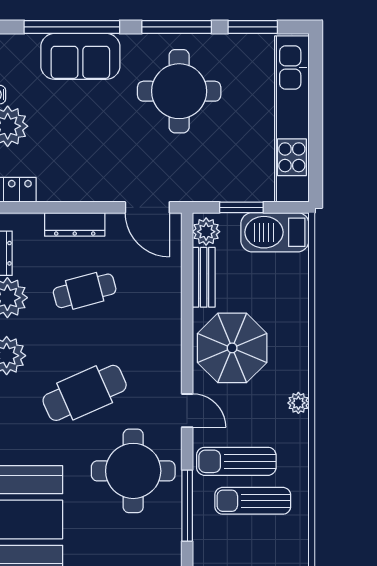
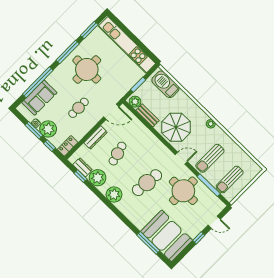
sofa: (80, 56) -> (39, 98), moved
cafe table: (97, 143) -> (79, 108), added
barbecue: (275, 232) -> (165, 84), moved, turned 90
cafe table: (85, 393) -> (147, 183), turned 30
sun lounger: (253, 501) -> (230, 179), moved

